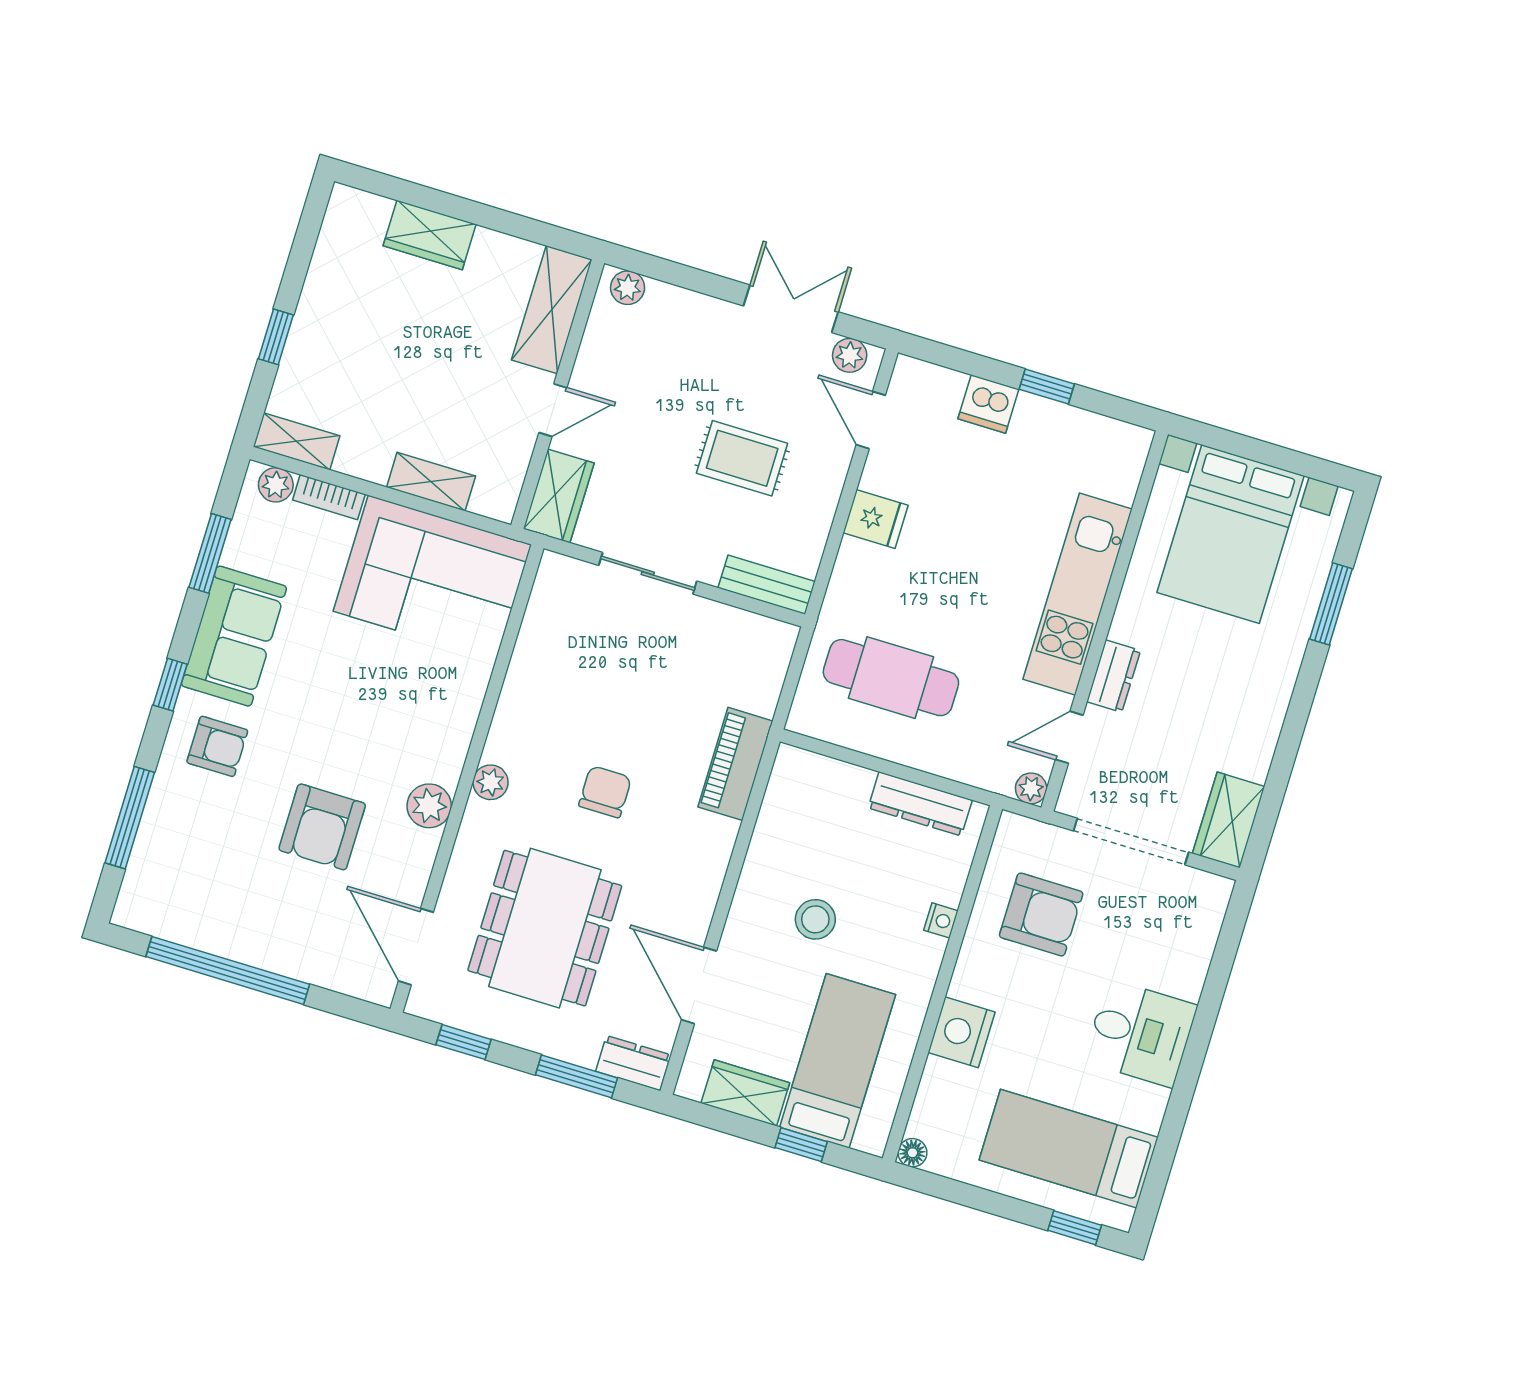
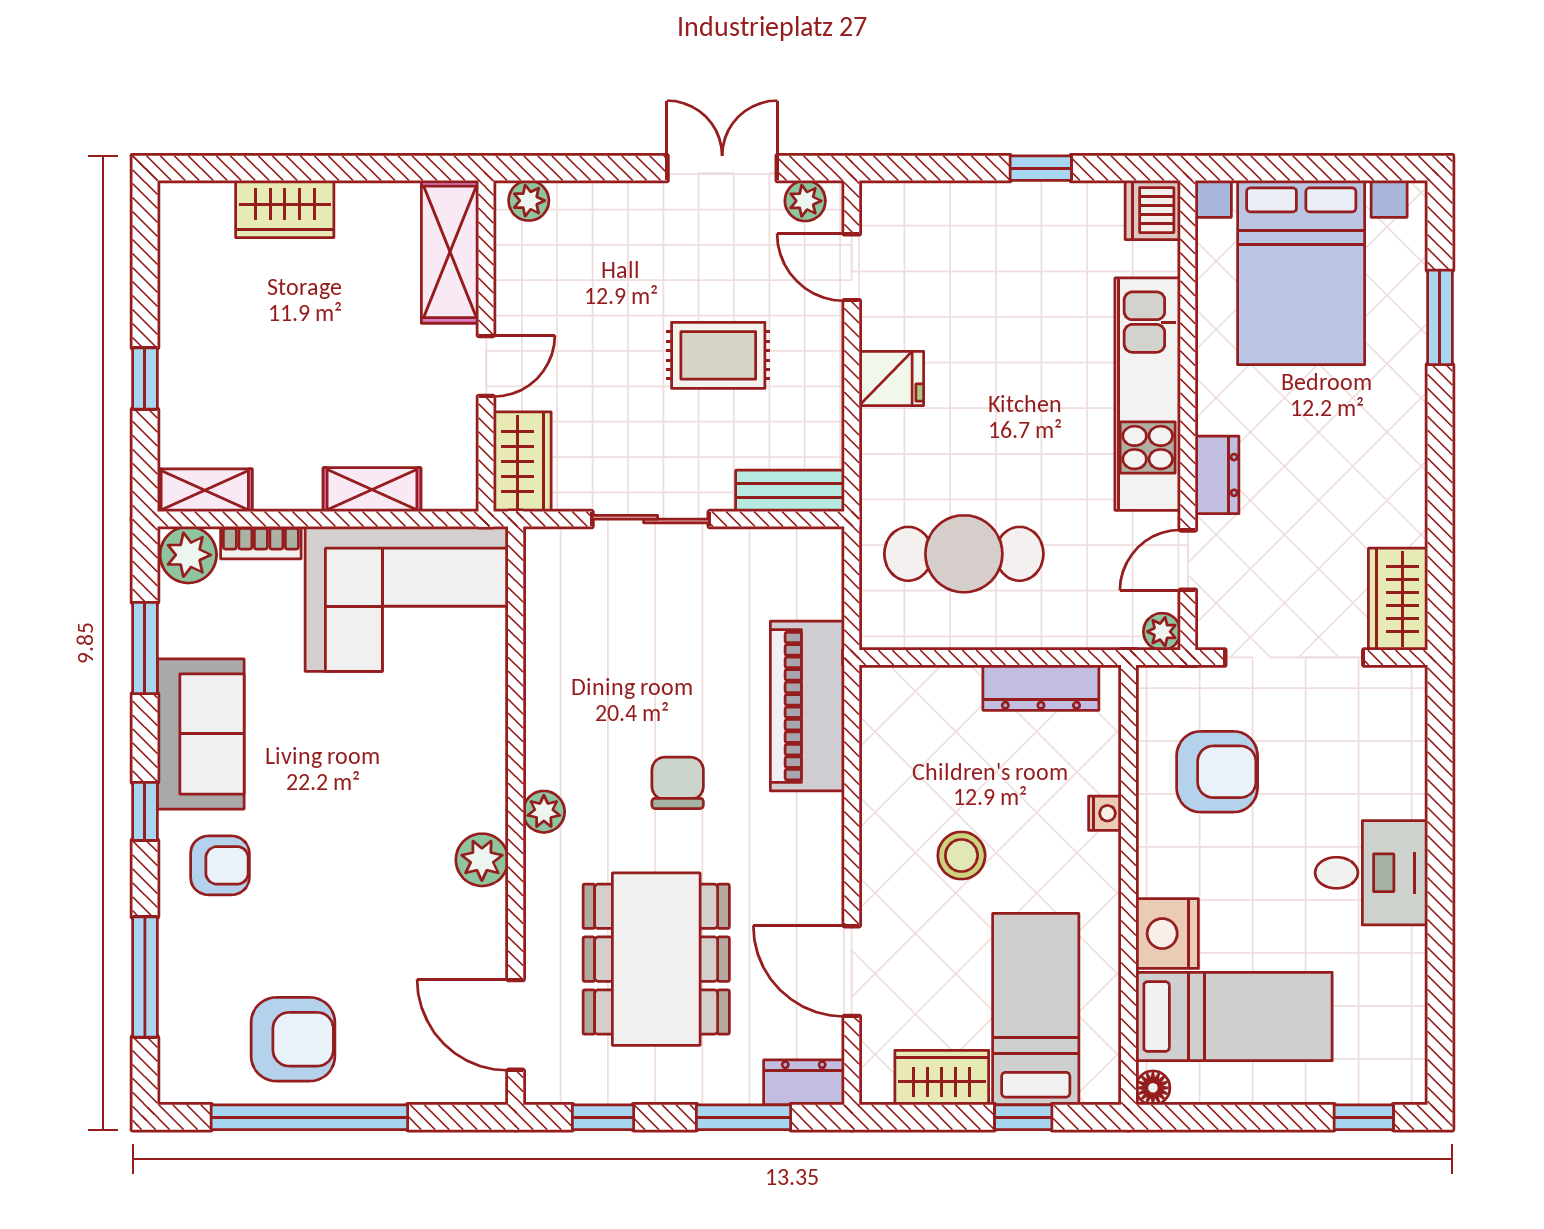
dishwasher: (988, 404) -> (1153, 210), moved, turned 90
plant: (276, 485) -> (188, 555), width x1.38, depth x1.38
piano: (735, 764) -> (807, 706), width x1.37, depth x1.33
armchair: (322, 827) -> (293, 1039), moved, turned -90
bed: (1069, 1149) -> (1234, 1017), moved, turned 180

